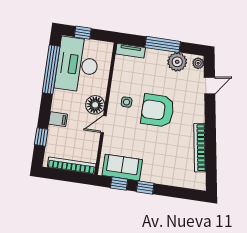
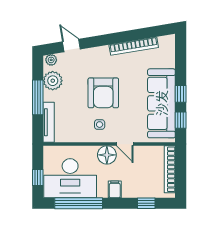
tv unit: (130, 51) -> (49, 122), width x1.41
filing cabinet: (58, 119) -> (115, 189), moved
sofa: (122, 168) -> (161, 103), width x1.85, depth x1.27

